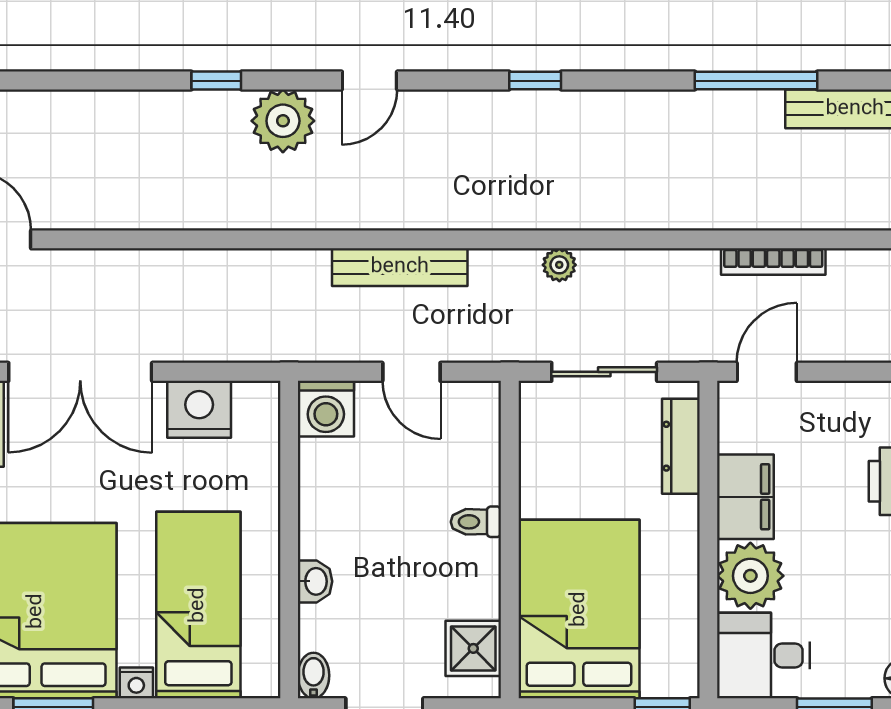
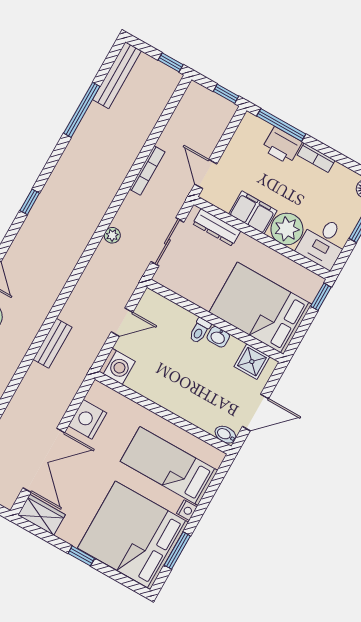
bookcase: (773, 262) -> (147, 170), moved
bench: (400, 267) -> (52, 343), moved, width x0.73
washbasin: (315, 581) -> (218, 337), moved, turned 180

